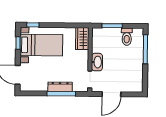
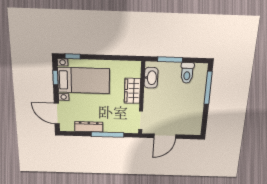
wardrobe: (82, 39) -> (132, 91), moved
washbasin: (97, 62) -> (151, 78), moved
dresser: (60, 87) -> (89, 127), moved

